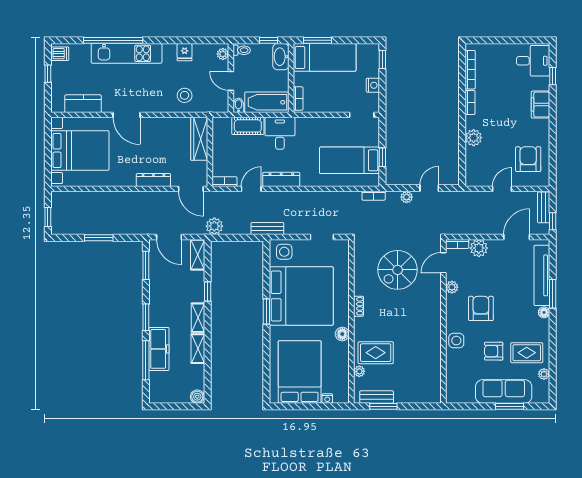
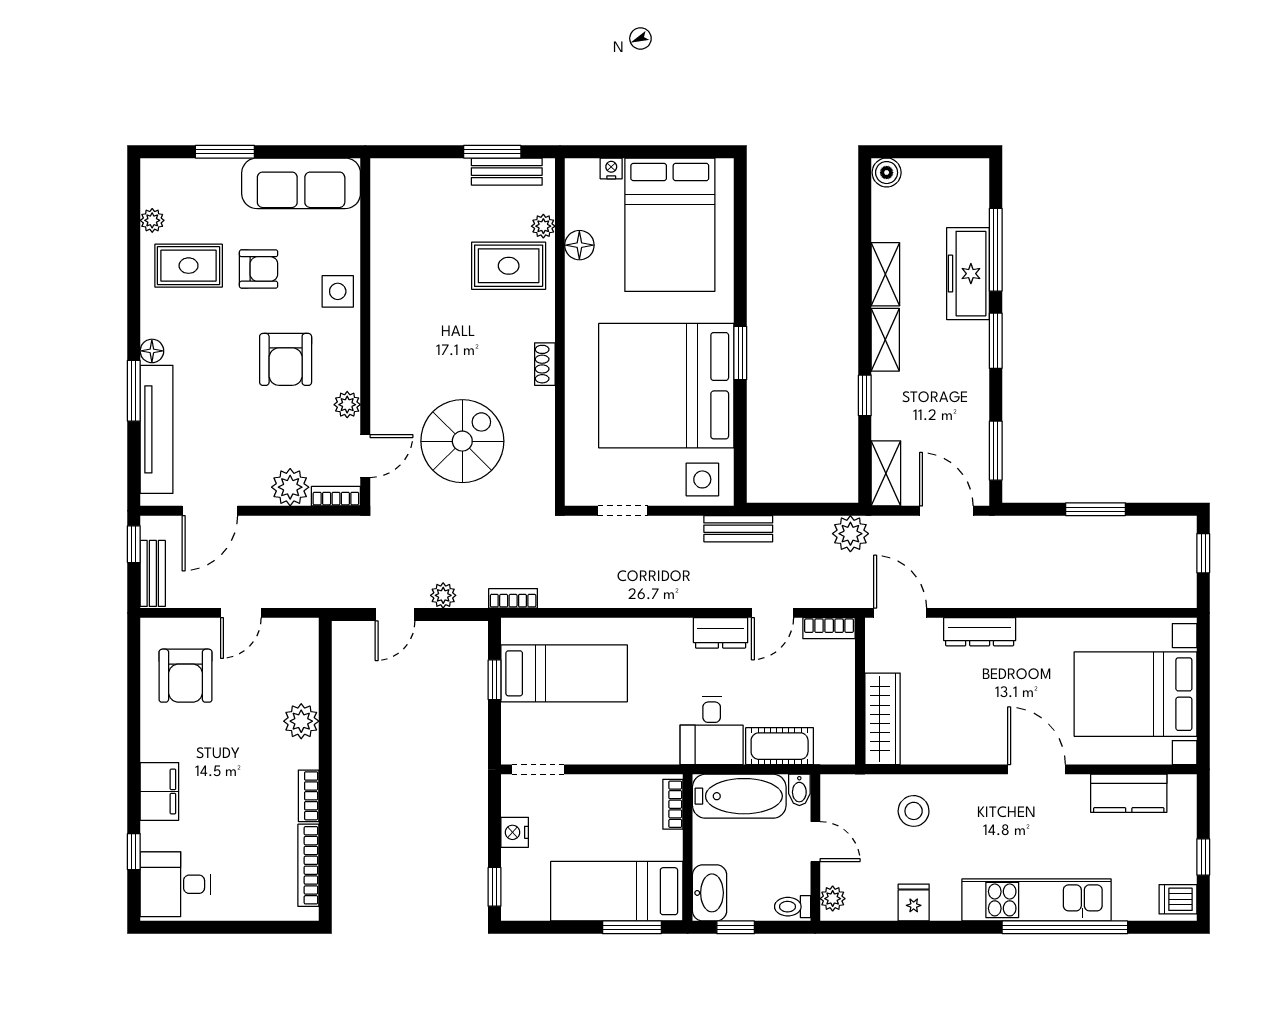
dresser: (281, 179) -> (721, 633), width x0.70
floor lamp: (342, 334) -> (579, 245), moved
sofa: (504, 392) -> (301, 183), moved

